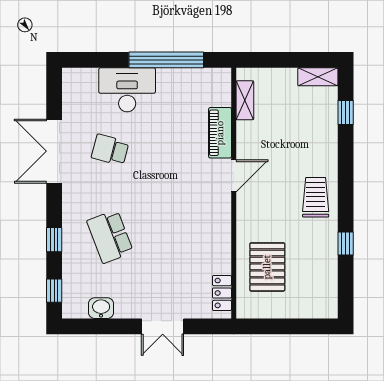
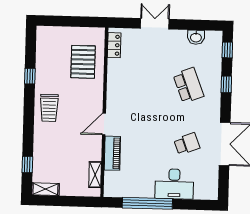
school desk: (110, 150) -> (187, 144), turned -36

